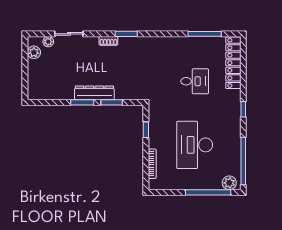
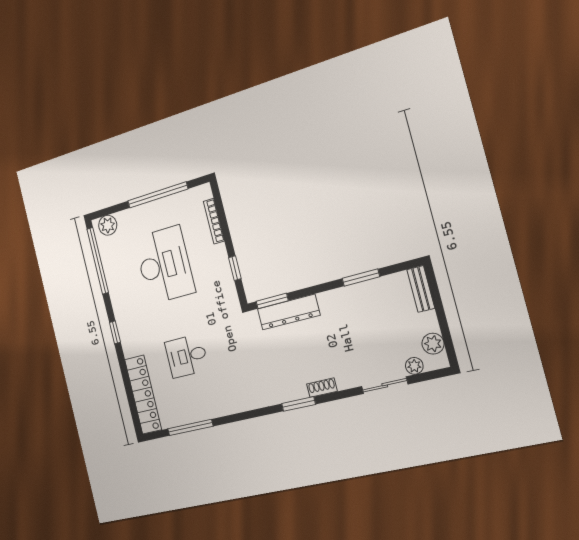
bench: (33, 86) -> (421, 289), added
dresser: (94, 93) -> (289, 312), moved
window: (82, 102) -> (361, 278), moved
window: (112, 102) -> (272, 301), moved
window: (208, 192) -> (158, 195), moved

